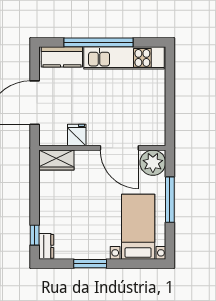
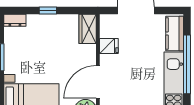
window: (35, 235) -> (48, 10), moved

